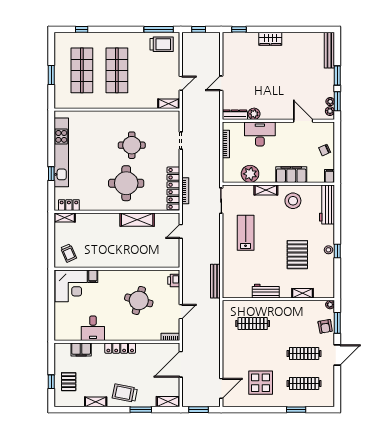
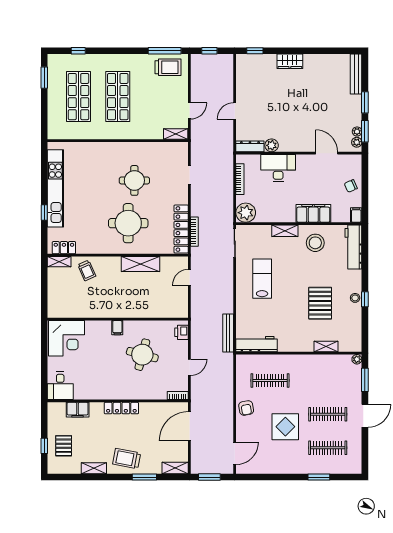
window: (51, 75) -> (44, 78), moved
plant: (250, 174) -> (246, 213), moved
trolley: (69, 253) -> (87, 270), moved
filing cabinet: (93, 276) -> (117, 328), moved
workbench: (266, 291) -> (257, 344), moved, width x1.38
armchair: (325, 326) -> (246, 408), moved
desk: (93, 328) -> (60, 386), moved
display table: (261, 383) -> (285, 427), moved

